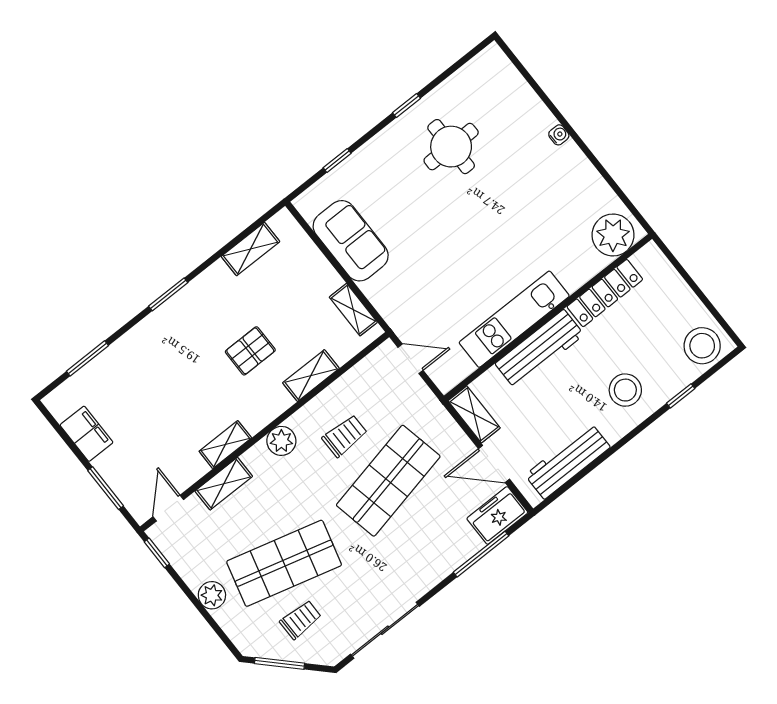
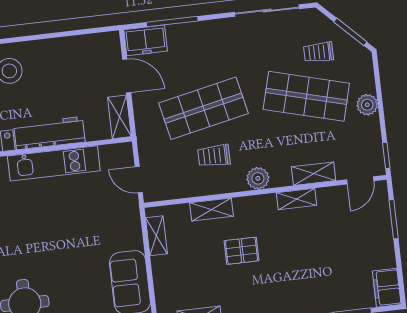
filing cabinet: (87, 434) -> (387, 288), moved
workbench: (568, 461) -> (77, 48), removed

